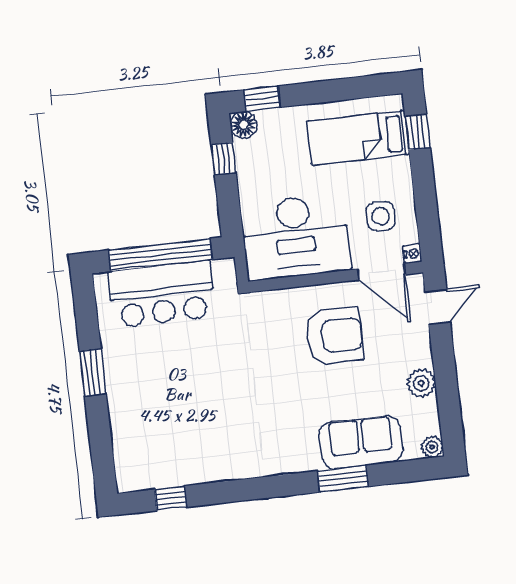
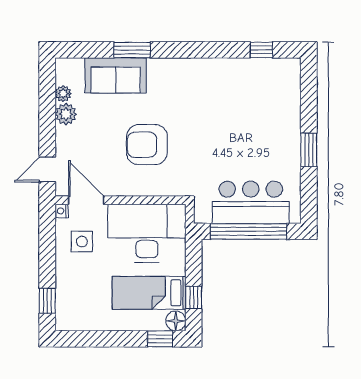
bed: (358, 138) -> (149, 293), moved, turned 180
armchair: (334, 336) -> (147, 145), moved
plant: (432, 447) -> (63, 94), moved

